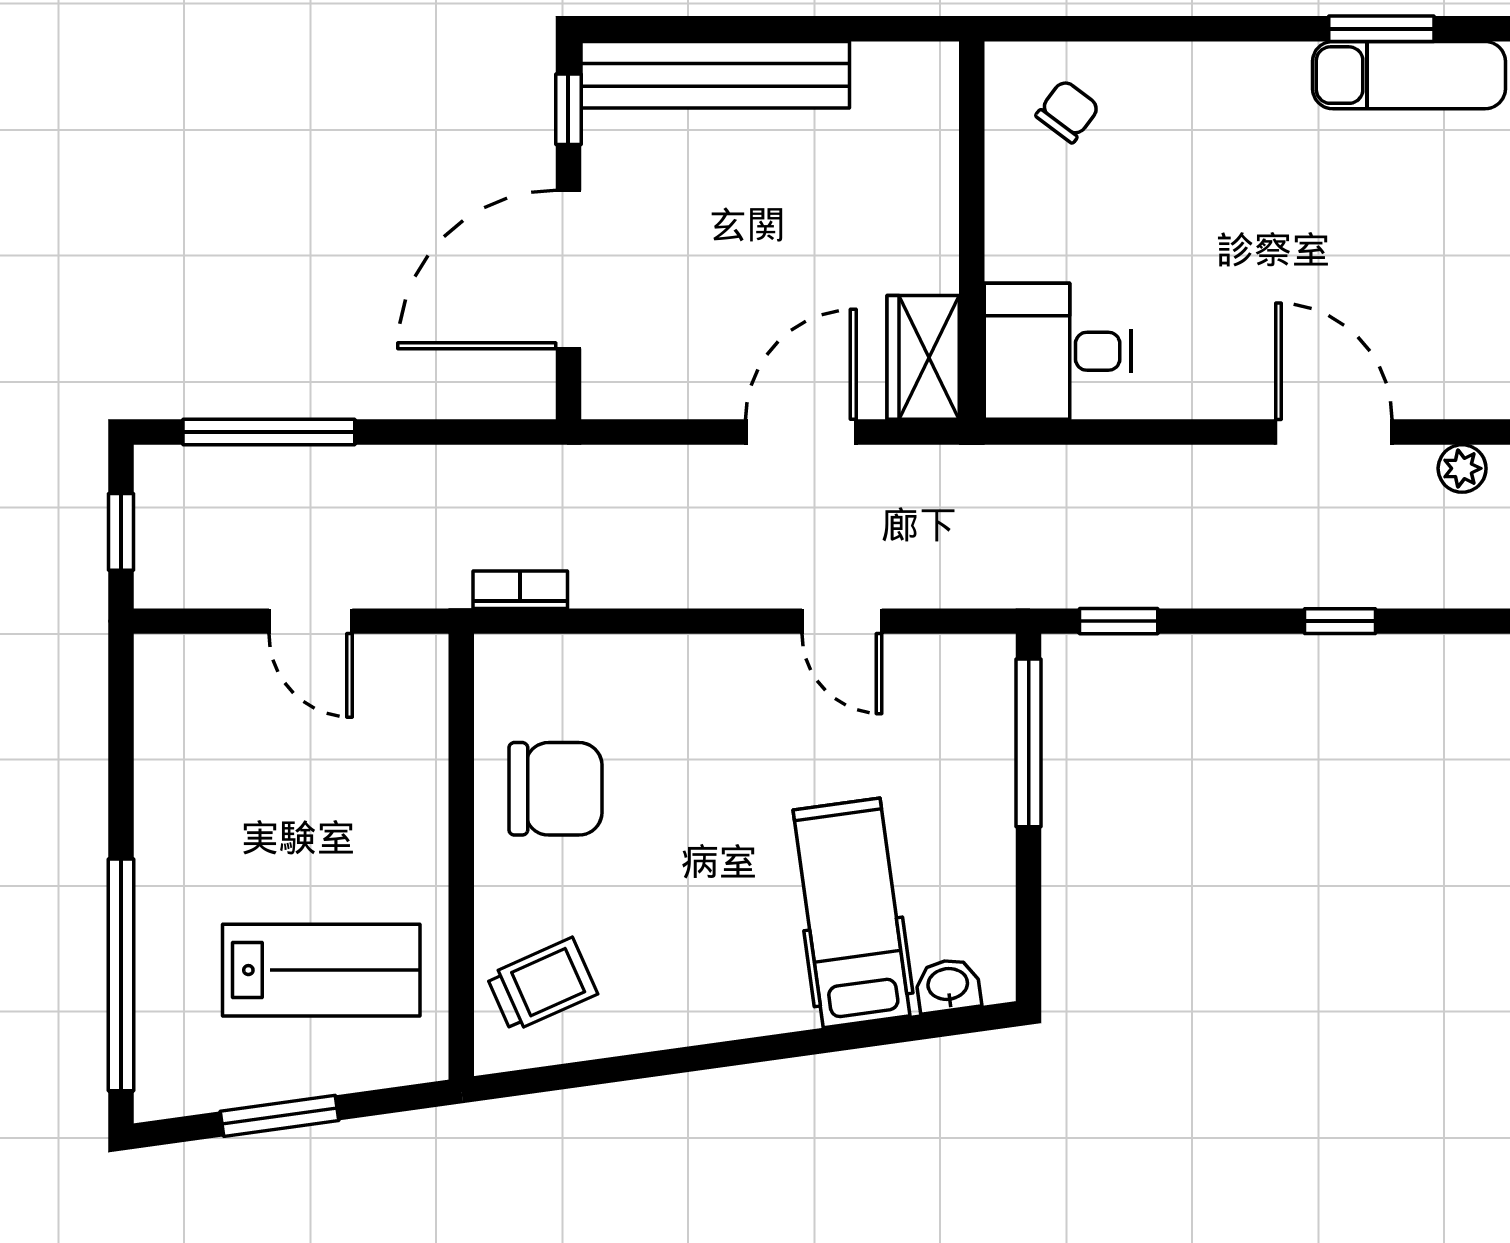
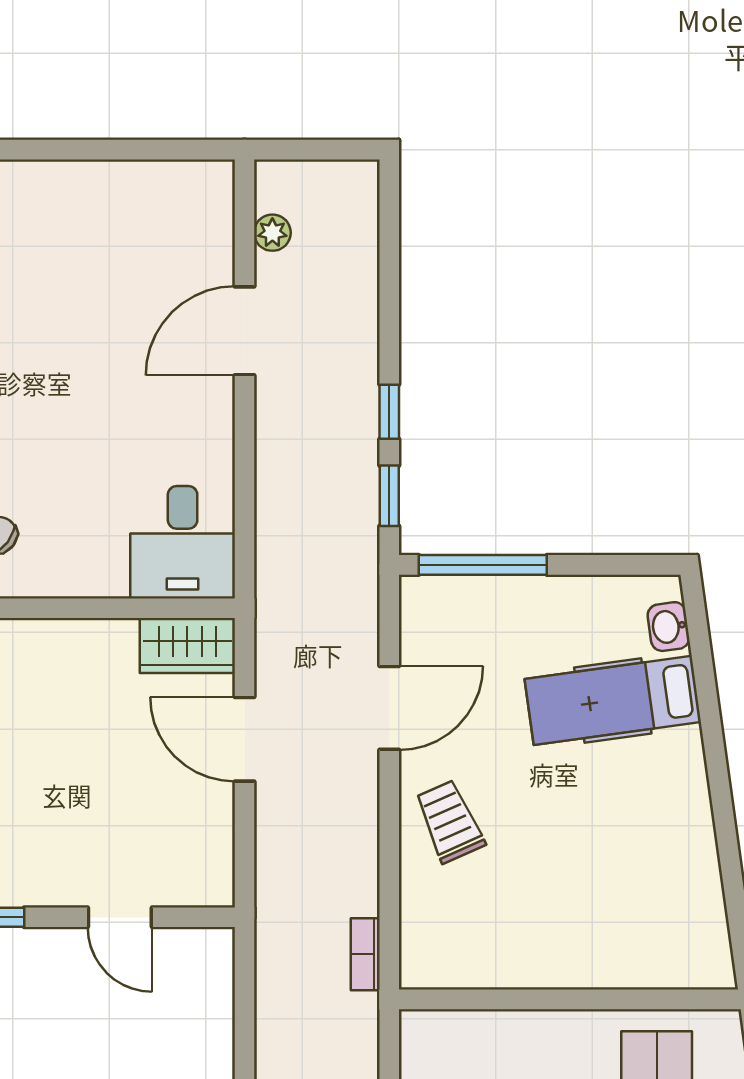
door: (568, 269) -> (120, 917), width x0.53
door: (842, 621) -> (389, 708), width x1.38
window: (1340, 621) -> (389, 412), moved
chair: (555, 789) -> (518, 927), removed
trolley: (542, 985) -> (450, 821), moved

